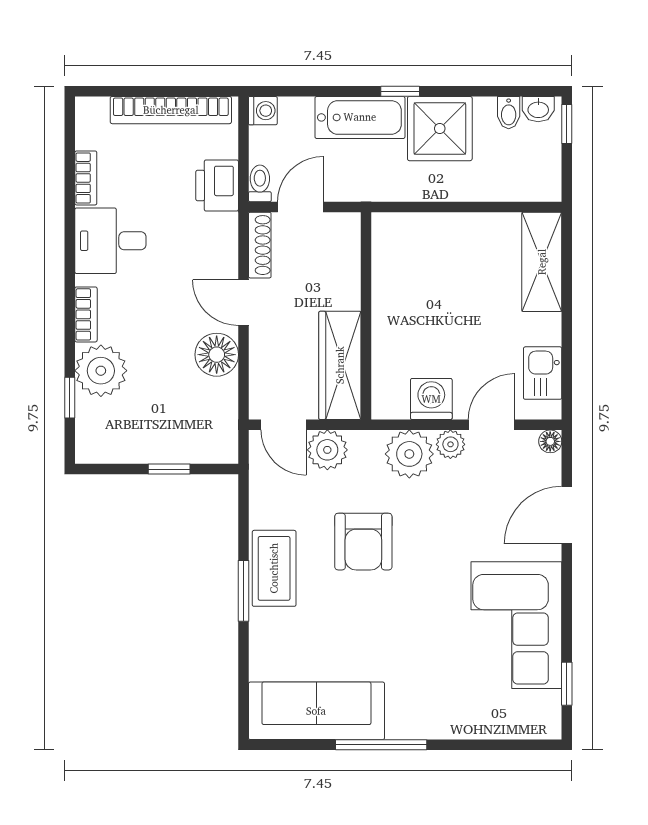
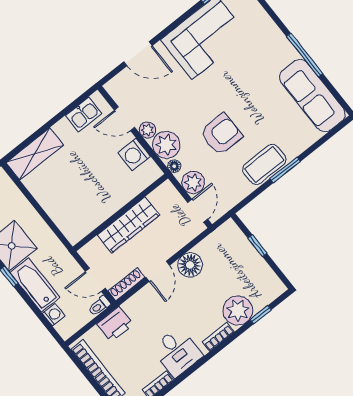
washing machine: (263, 111) -> (54, 315), moved, turned 90
wardrobe: (340, 365) -> (128, 225), moved
floor lamp: (550, 441) -> (174, 166), moved

